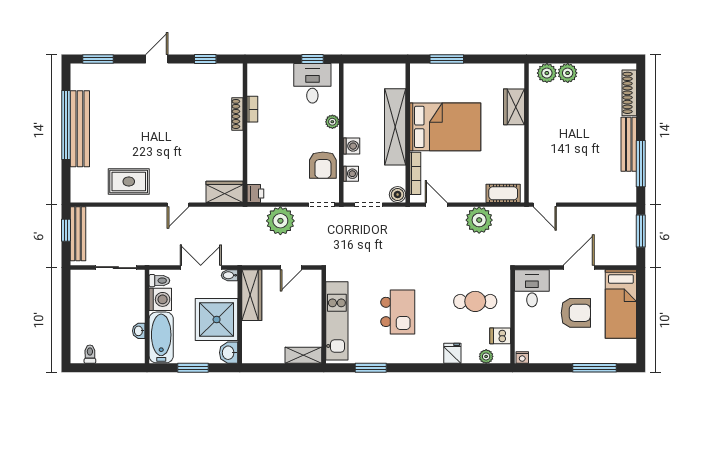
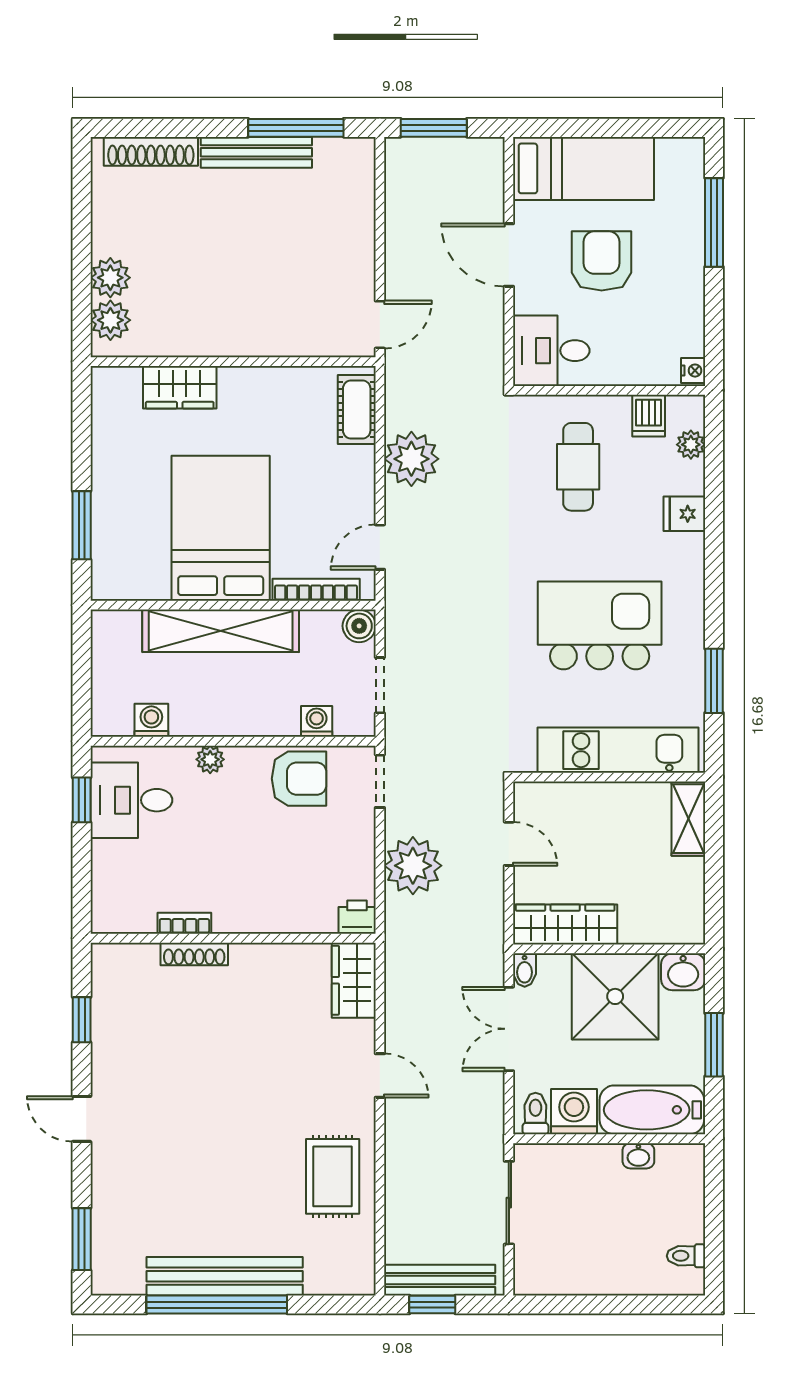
washing machine: (351, 146) -> (151, 720), moved
kitchen island: (398, 312) -> (600, 625), width x1.37, depth x1.28

